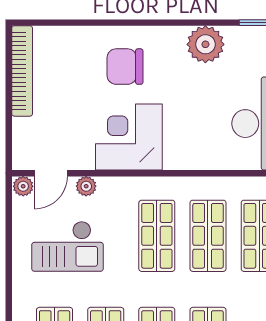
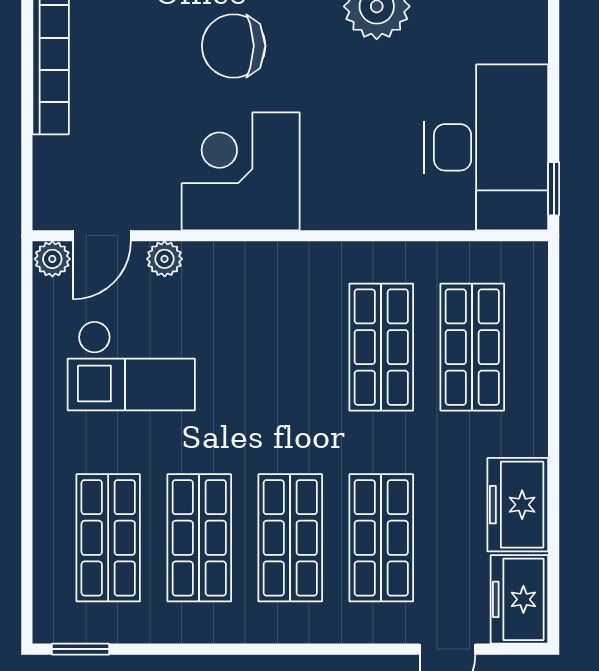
shop shelf: (157, 236) -> (290, 347), removed

